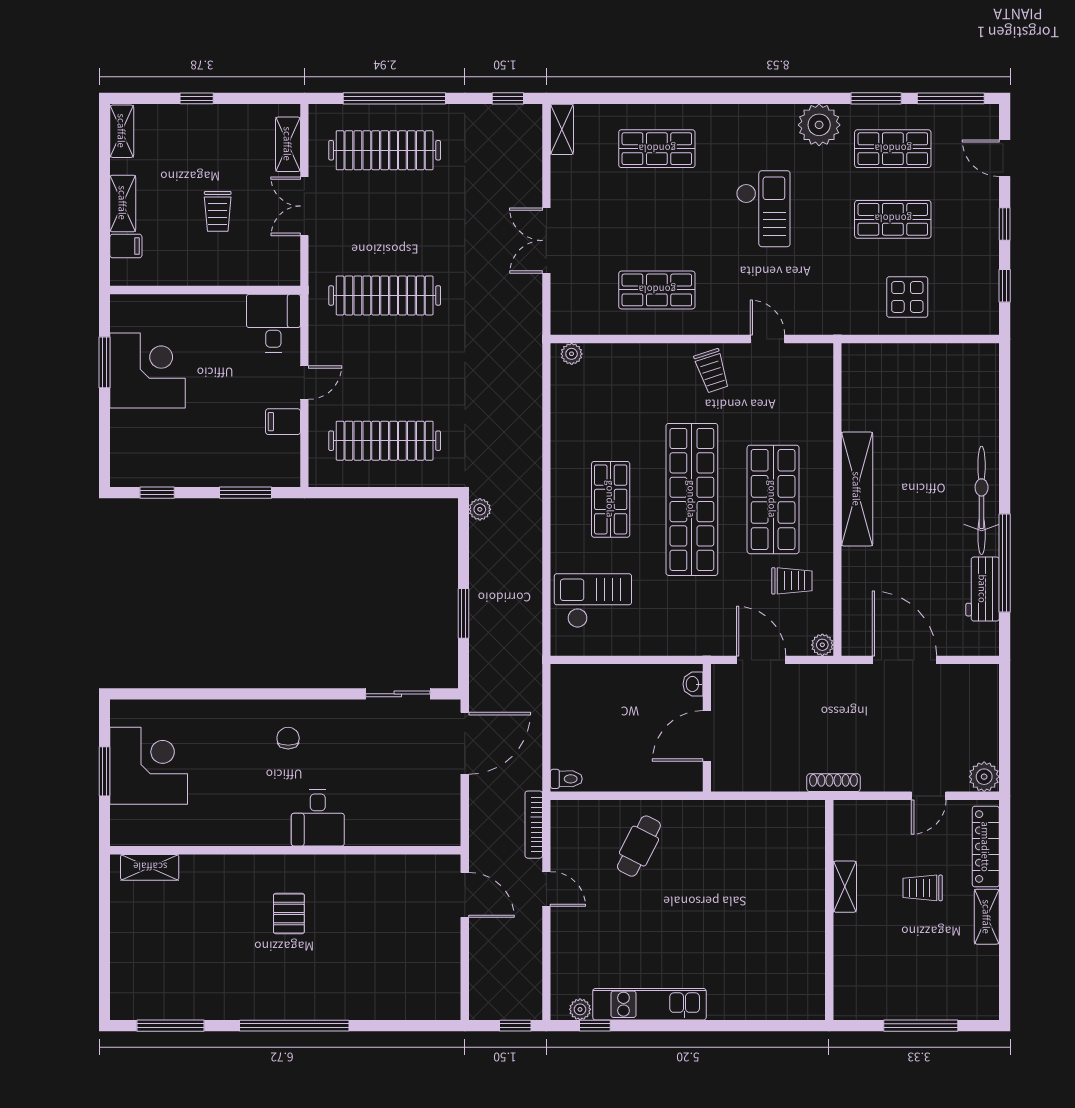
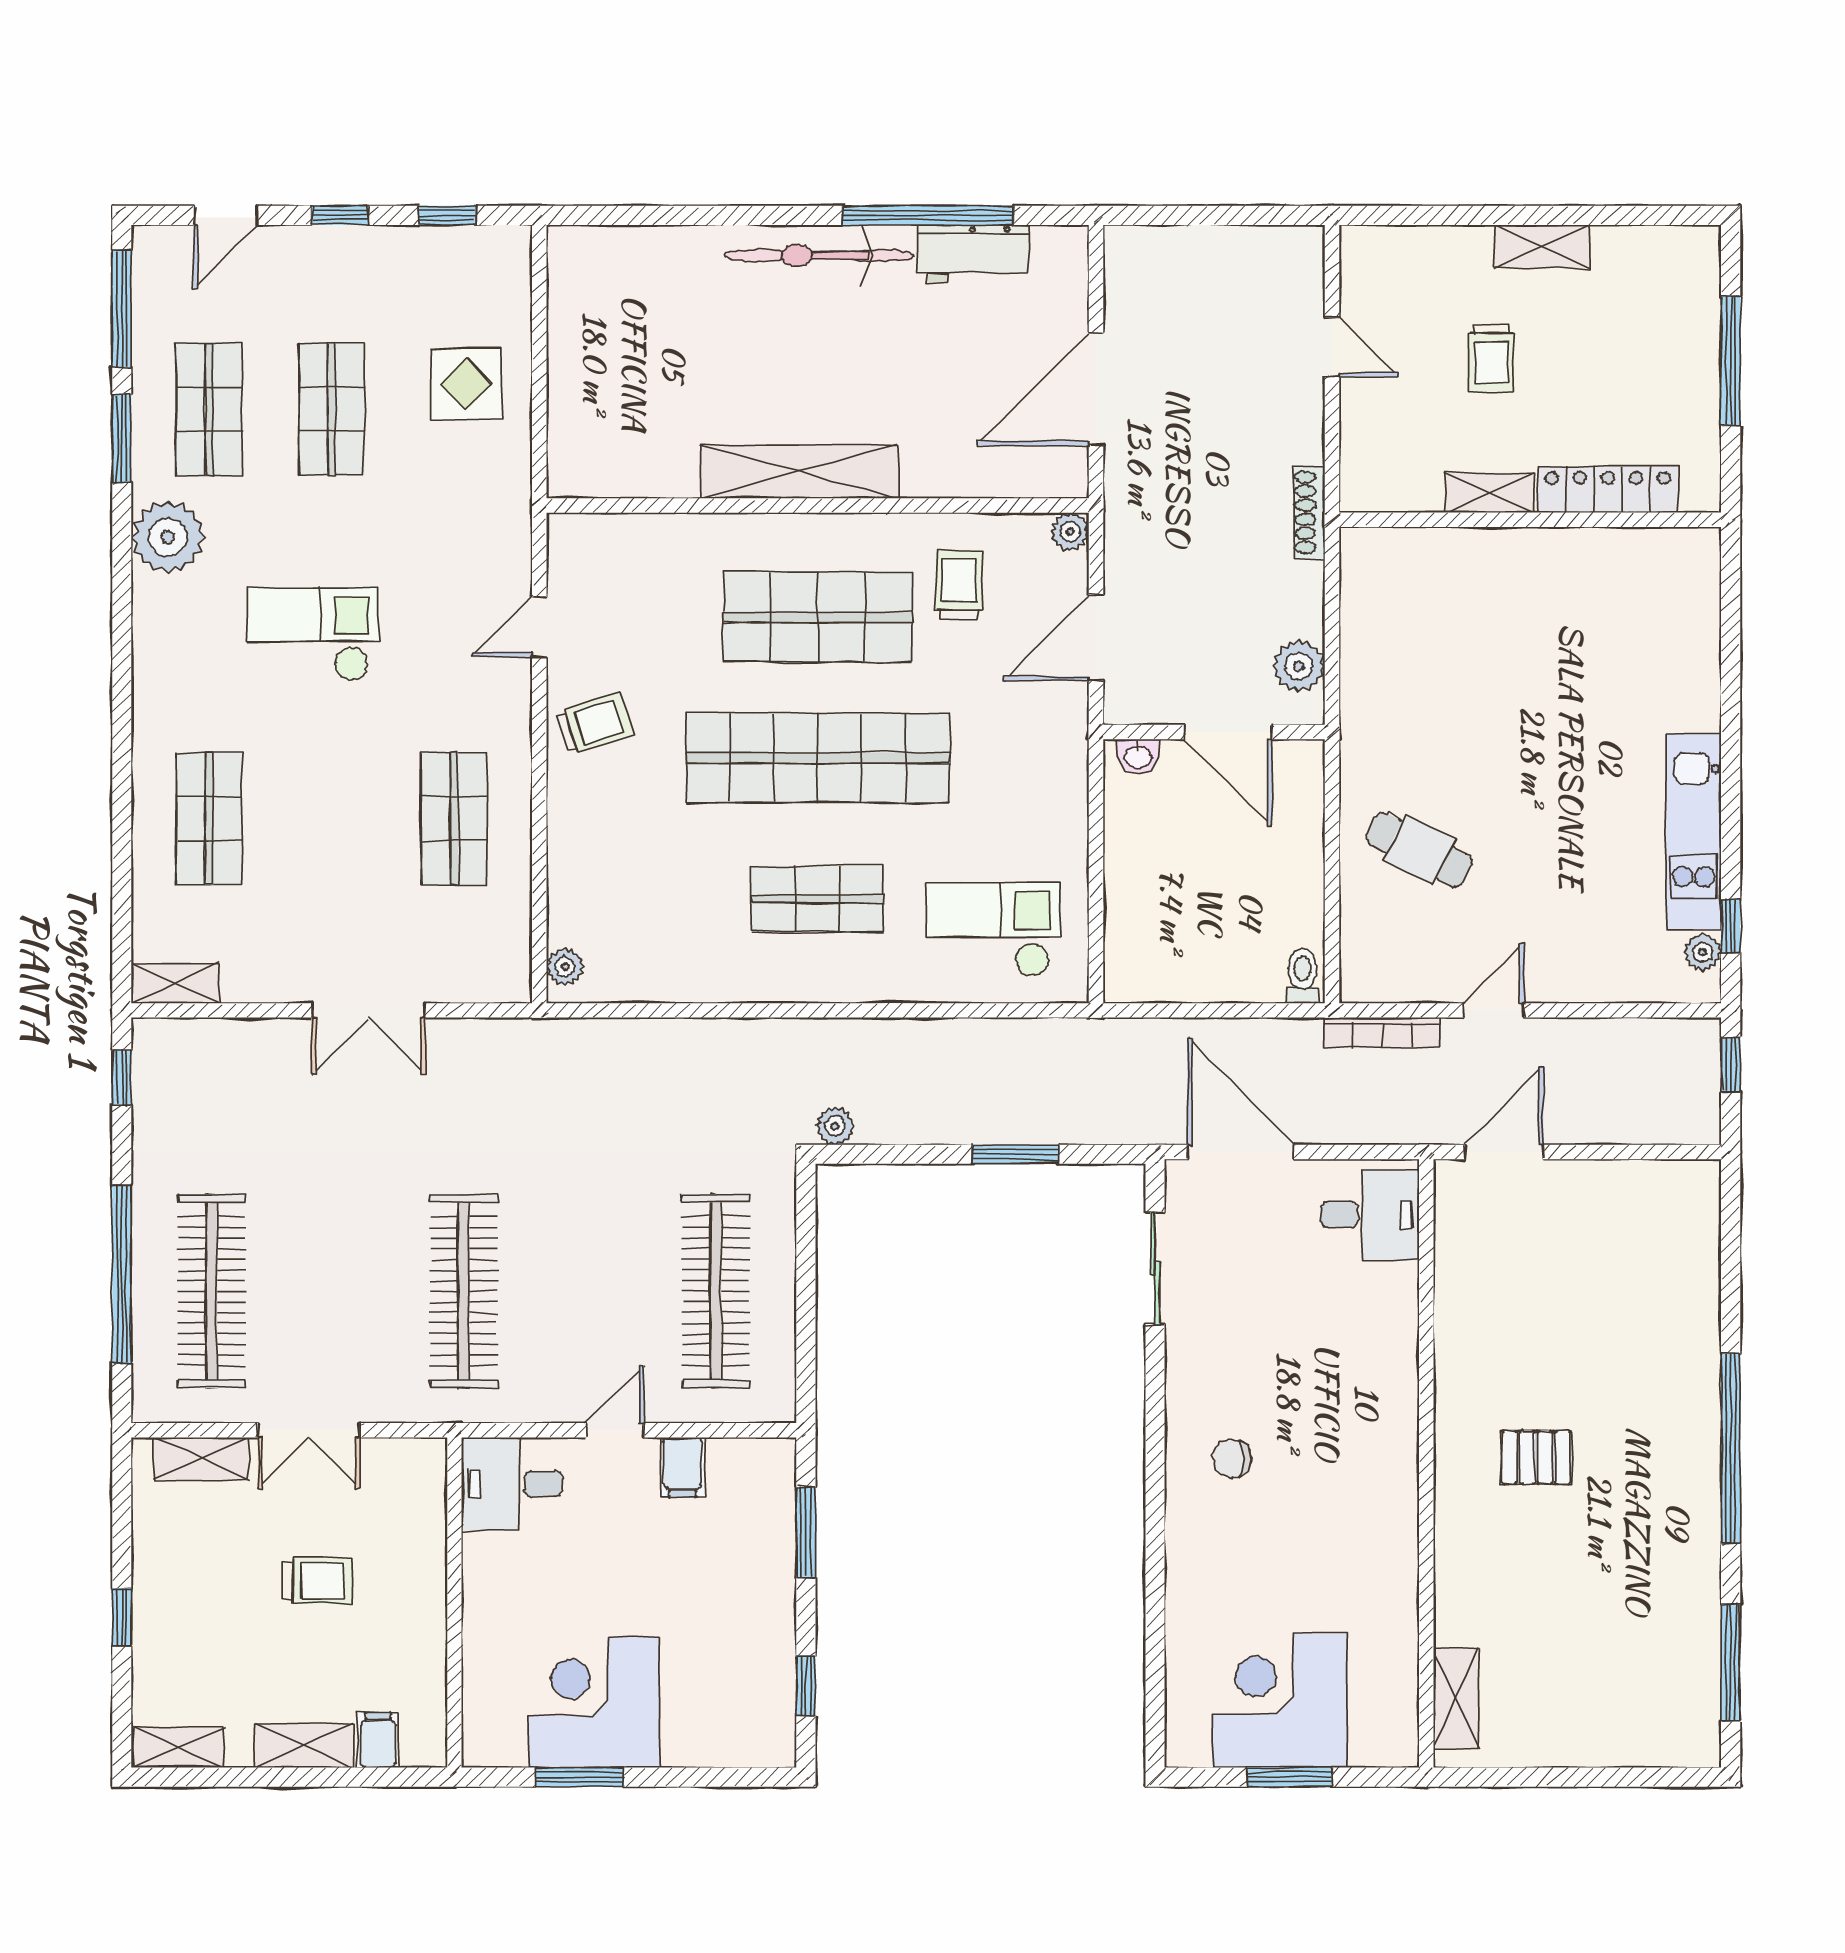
door: (304, 382) -> (615, 1430), hinge flipped
checkout: (593, 601) -> (993, 930), turned 90
plant: (984, 777) -> (1299, 666), moved
desk: (318, 818) -> (1370, 1215), moved
locker: (986, 847) -> (1608, 489), moved, turned 180

